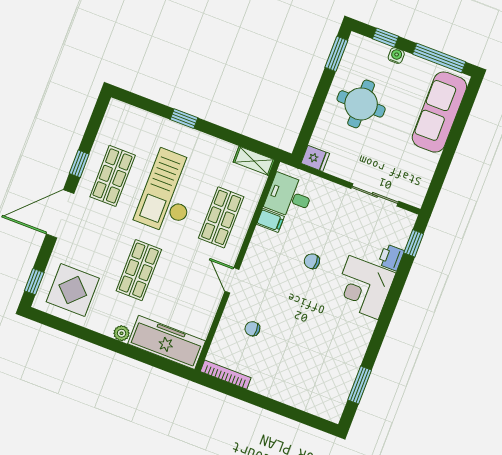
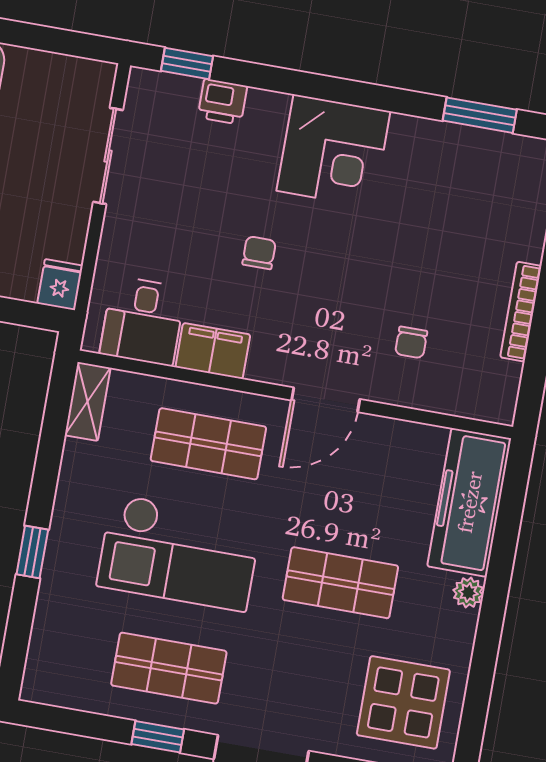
filing cabinet: (270, 220) -> (213, 351), width x2.00
chair: (312, 261) -> (259, 253), turned 180
door: (232, 280) -> (326, 400), width x1.38
corner desk: (364, 287) -> (333, 151), moved
bookcase: (226, 375) -> (521, 312), moved

